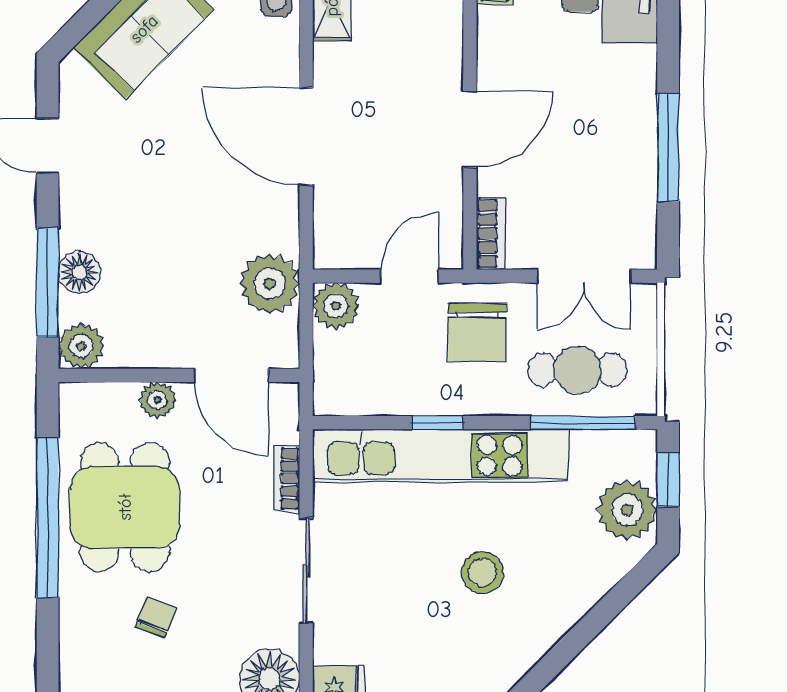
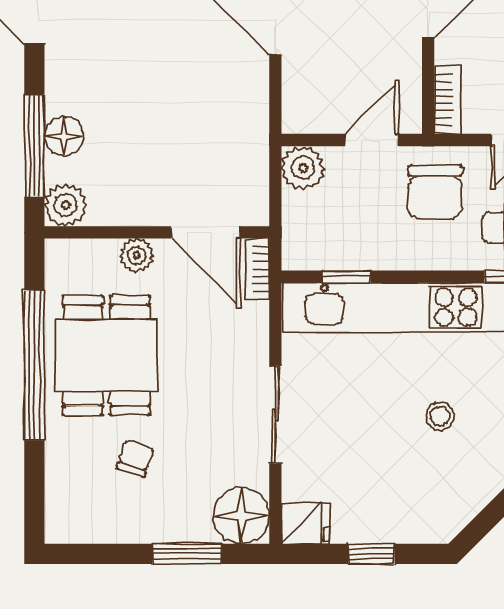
plant: (270, 284) -> (241, 147), removed
window: (438, 423) -> (346, 277), moved
bookcase: (287, 479) -> (257, 269), moved
stool: (483, 572) -> (440, 416), width x0.73, depth x0.73

